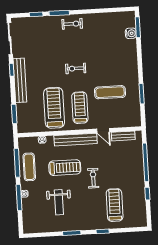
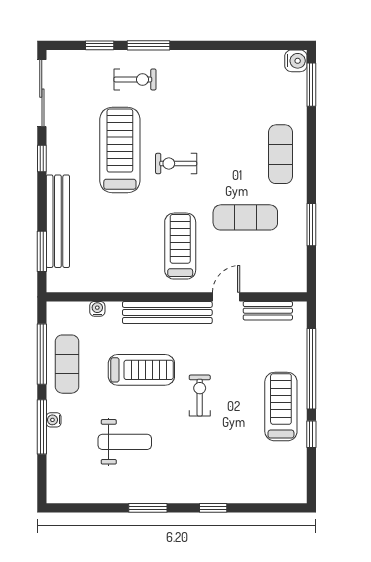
exercise bike: (72, 24) -> (135, 79), moved
water cooler: (131, 33) -> (296, 61), moved
exercise mat: (125, 61) -> (280, 154), added
bench: (20, 80) -> (58, 221), moved
treadmill: (54, 108) -> (120, 150), moved
door: (103, 131) -> (226, 297), swing flipped
weight bench: (59, 202) -> (125, 442), turned -90
treadmill: (115, 205) -> (281, 407), moved

